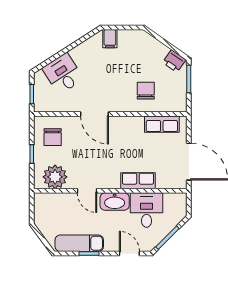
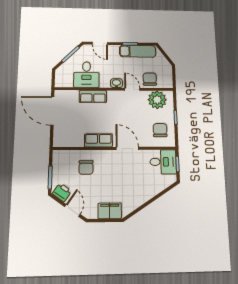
filing cabinet: (110, 39) -> (110, 211), width x2.00
door: (161, 40) -> (72, 210), added
desk: (63, 74) -> (163, 162), moved, turned -57
row of seats: (162, 124) -> (98, 140), moved
washbasin: (115, 202) -> (116, 83), width x0.52, depth x0.69
chair: (64, 205) -> (150, 79), added

